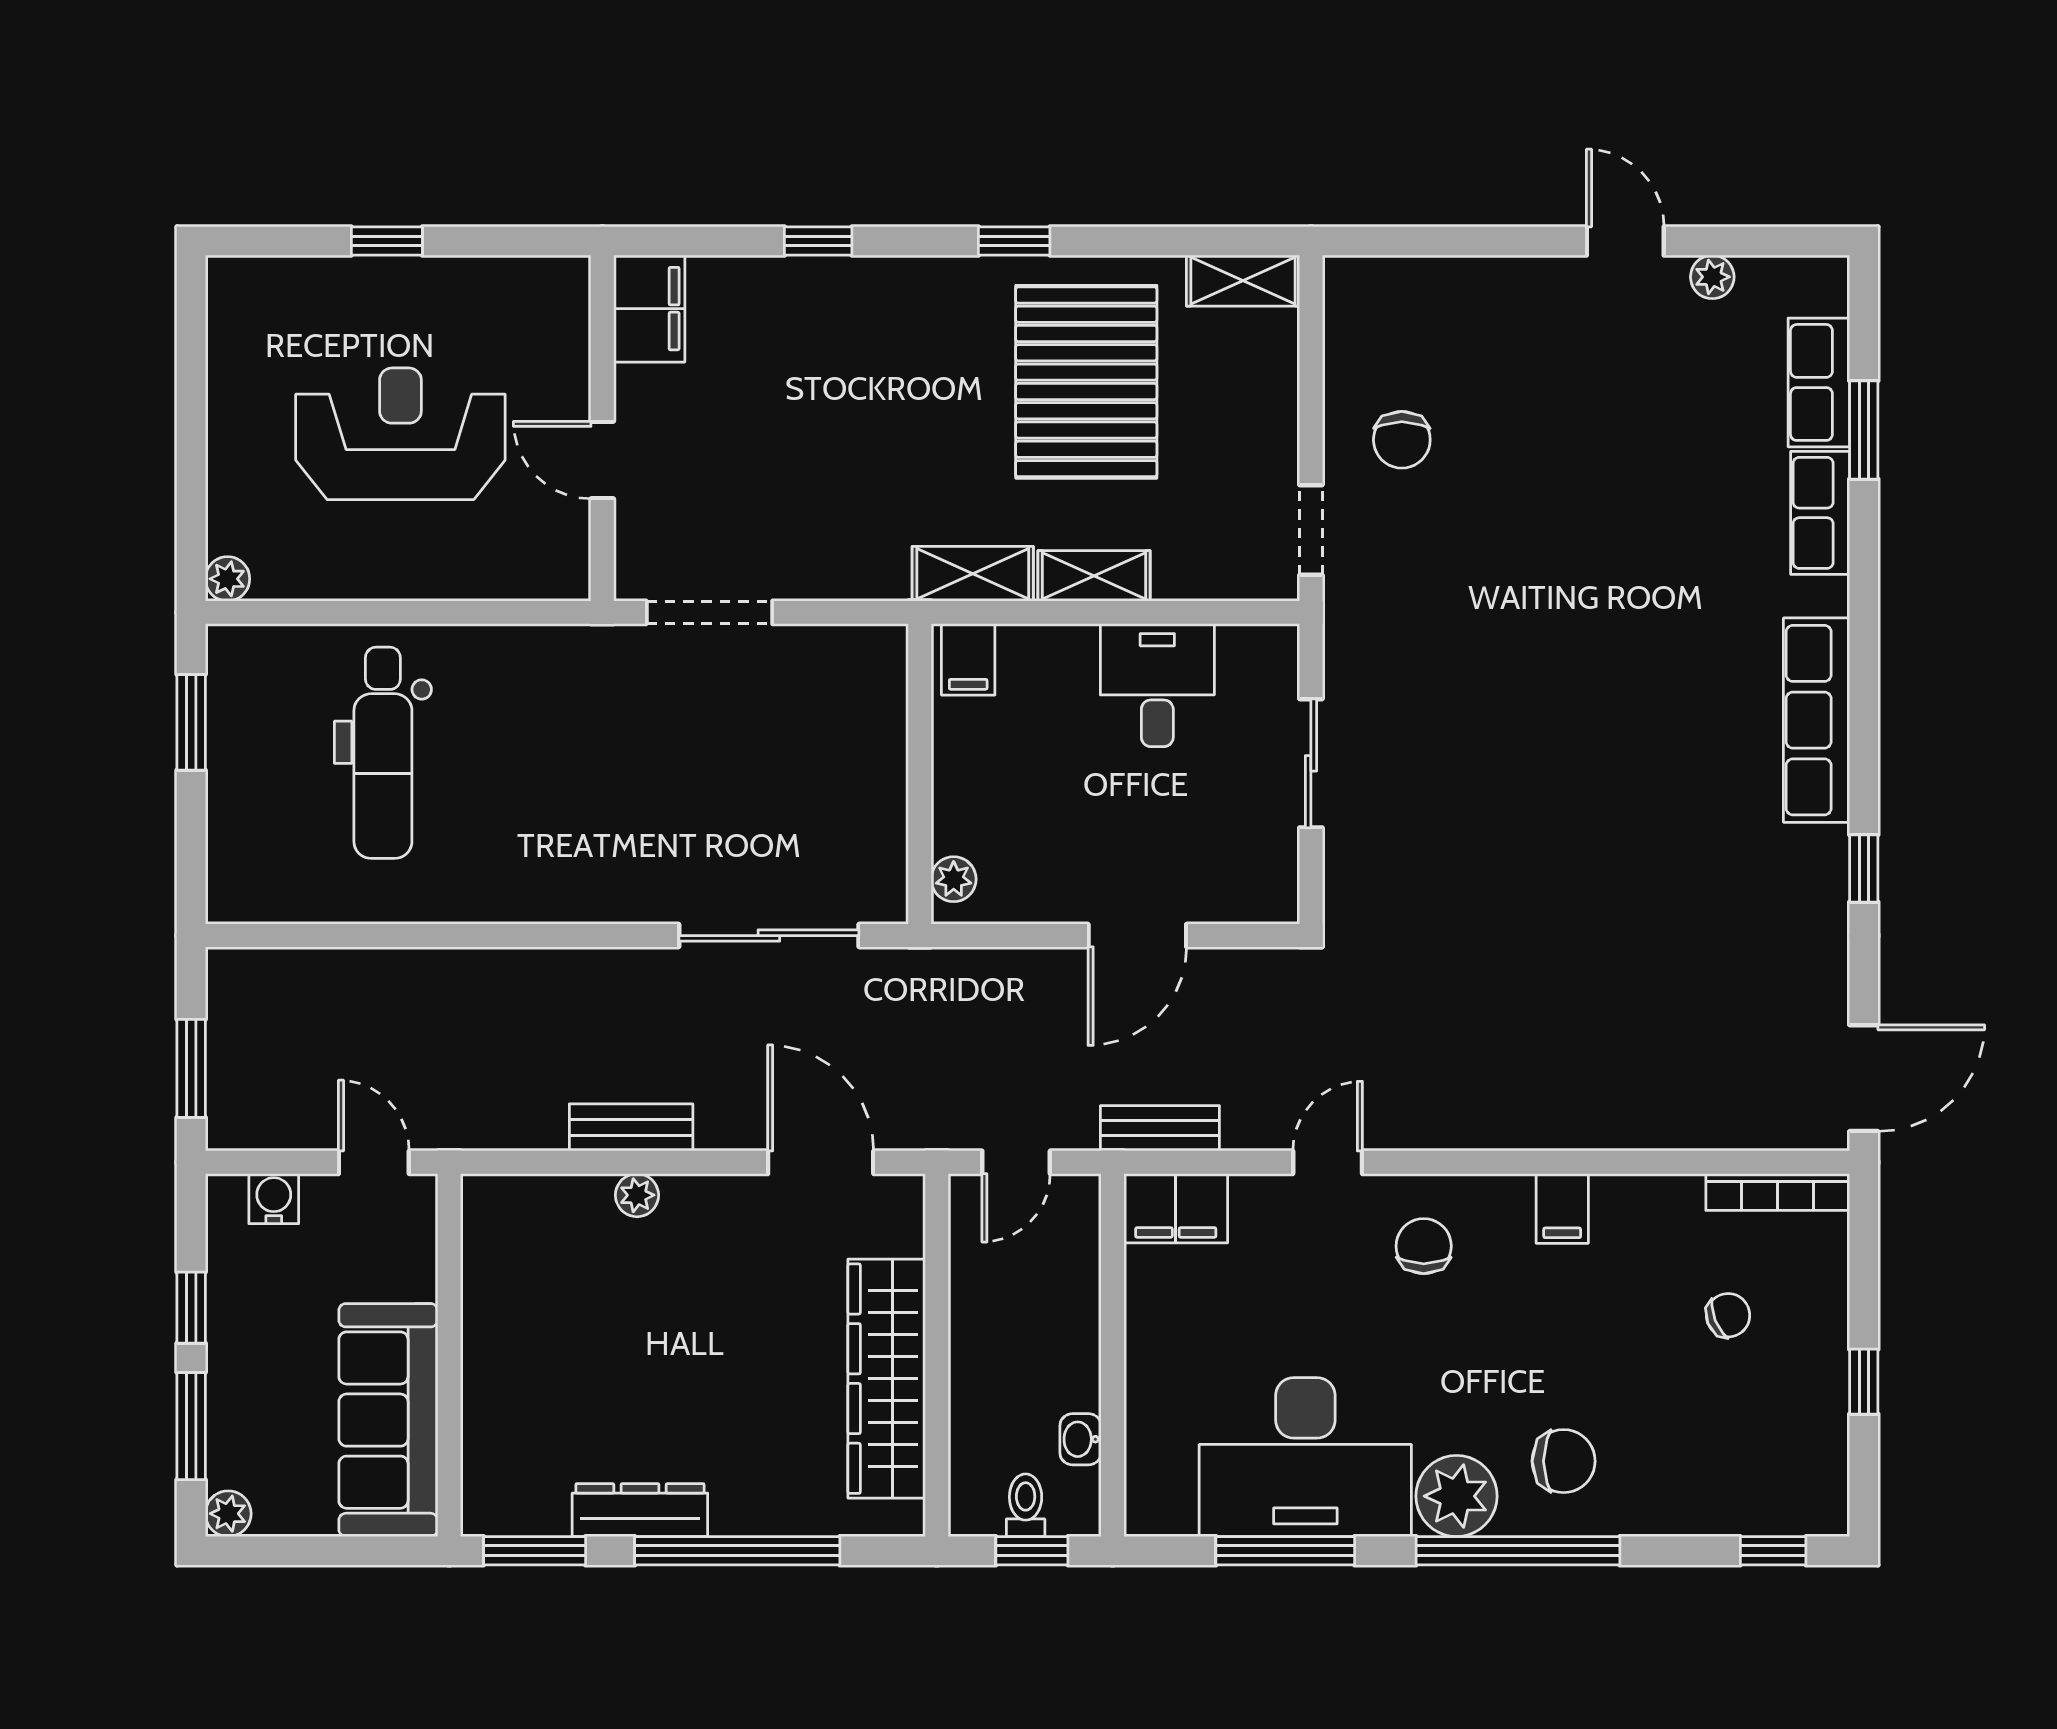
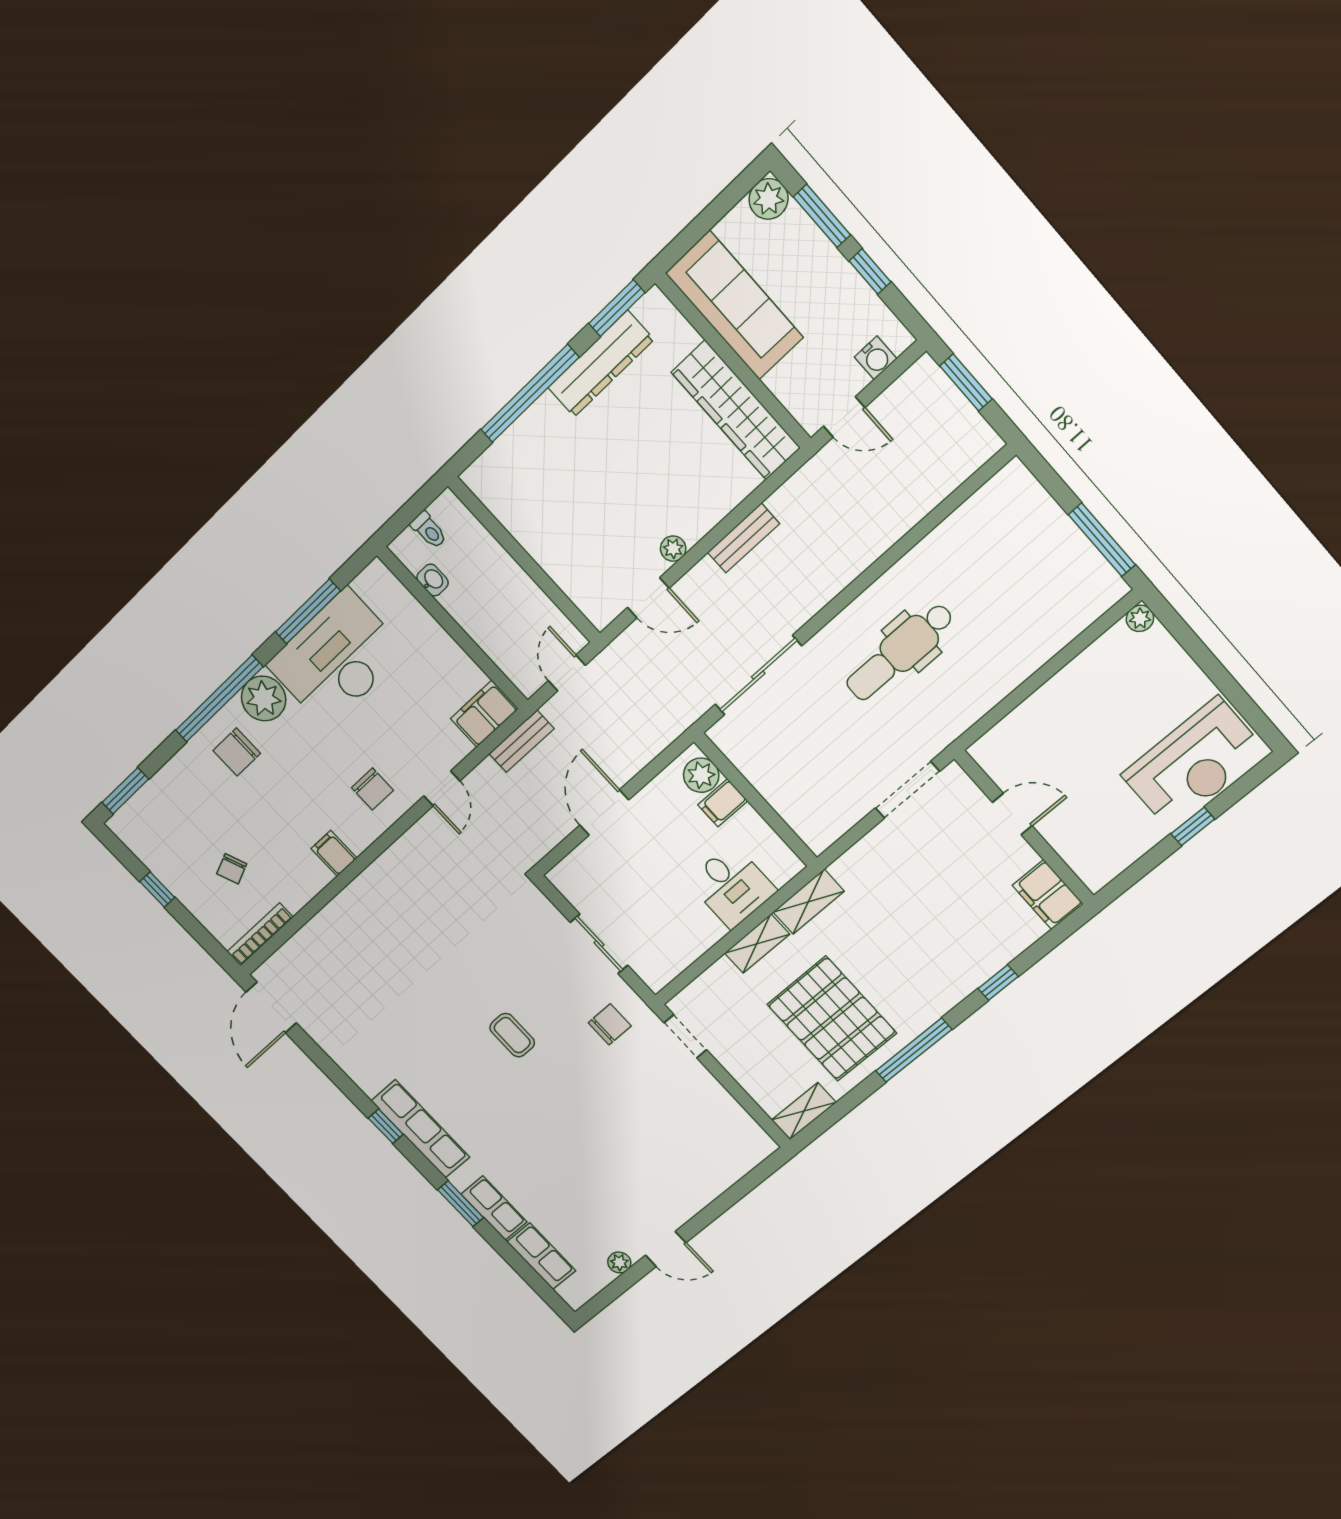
window: (1014, 241) -> (914, 1050), width x2.17
window: (1864, 430) -> (461, 1204), moved
reception desk: (400, 434) -> (1194, 763), moved
chair: (1402, 440) -> (610, 1024), moved, turned 90
filing cabinet: (968, 659) -> (723, 803), moved, turned -90
desk: (1157, 685) -> (732, 886), moved
window: (191, 722) -> (1102, 540), width x1.44
coffee table: (1554, 741) -> (512, 1035), added
dental chair: (383, 753) -> (900, 652), moved, turned -90
window: (1864, 868) -> (386, 1126), moved
plant: (954, 879) -> (701, 775), width x1.38, depth x1.38
door: (821, 1162) -> (648, 598), width x0.73
plant: (637, 1195) -> (673, 549), moved
wardrobe: (887, 1379) -> (736, 410), moved, turned 180
dresser: (640, 1510) -> (601, 364), width x1.37, depth x1.24
plant: (228, 1514) -> (769, 199), width x1.38, depth x1.38
window: (1032, 1551) -> (408, 513), removed
window: (1773, 1551) -> (125, 791), width x1.50

